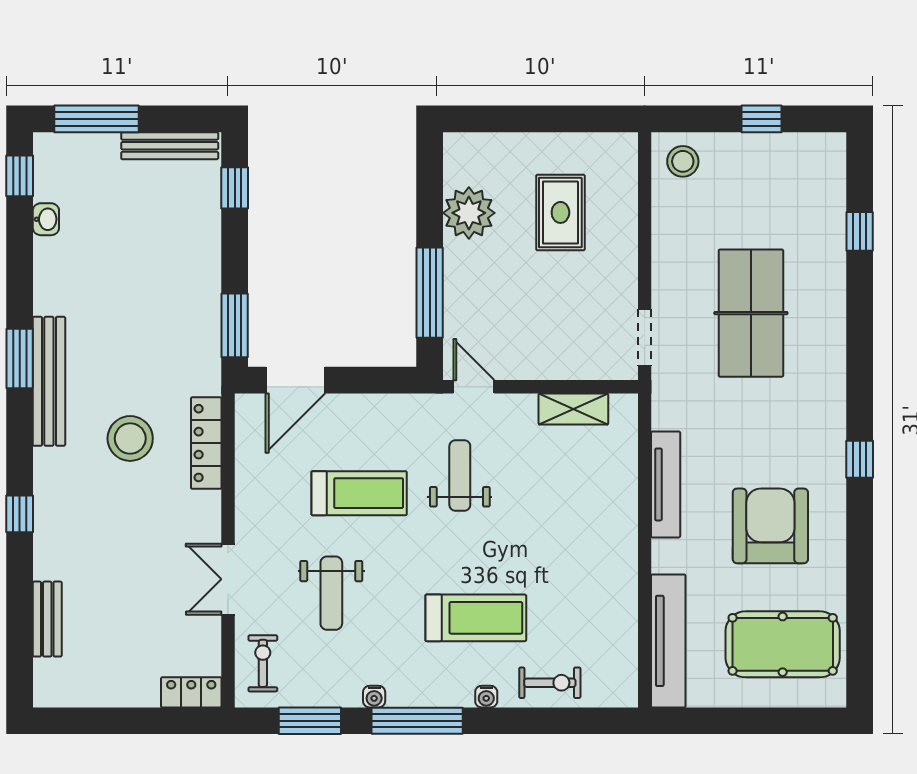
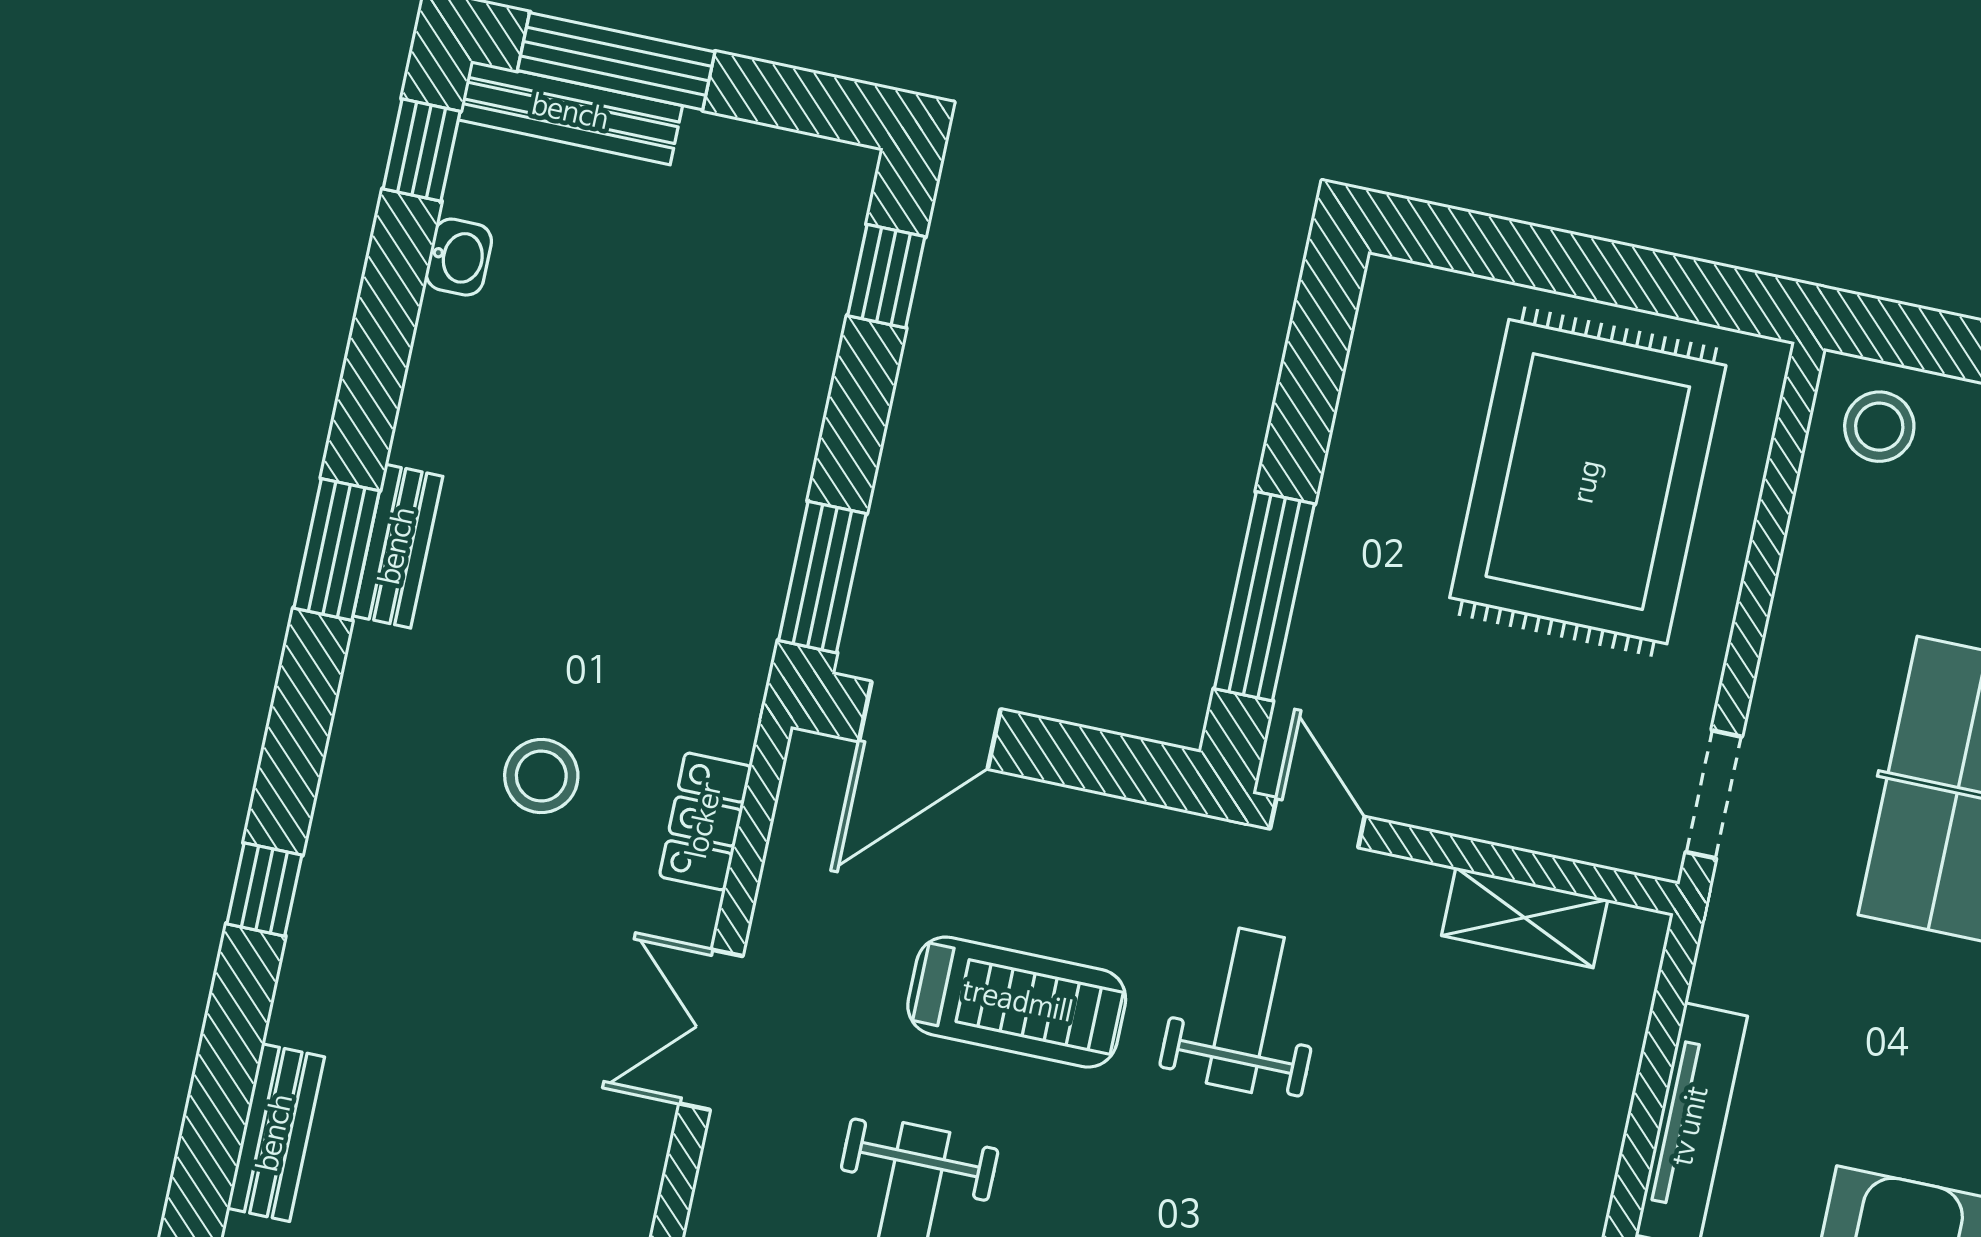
bench: (170, 146) -> (570, 113), moved
rug: (560, 212) -> (1588, 482), width x1.86, depth x2.06
plant: (469, 213) -> (1387, 440), removed
bench: (49, 381) -> (398, 546), width x0.54, depth x0.82
stool: (130, 438) -> (541, 776), width x0.73, depth x0.73
locker: (206, 443) -> (705, 821), width x0.66
double door: (228, 579) -> (711, 1030), moved

